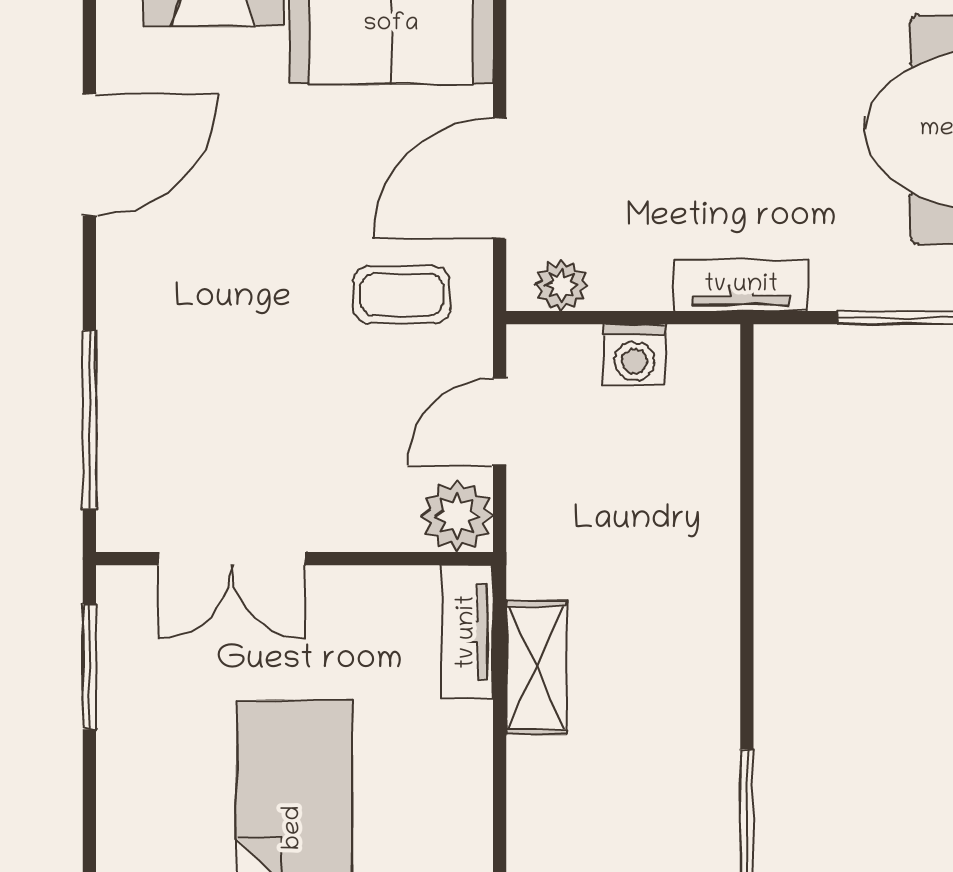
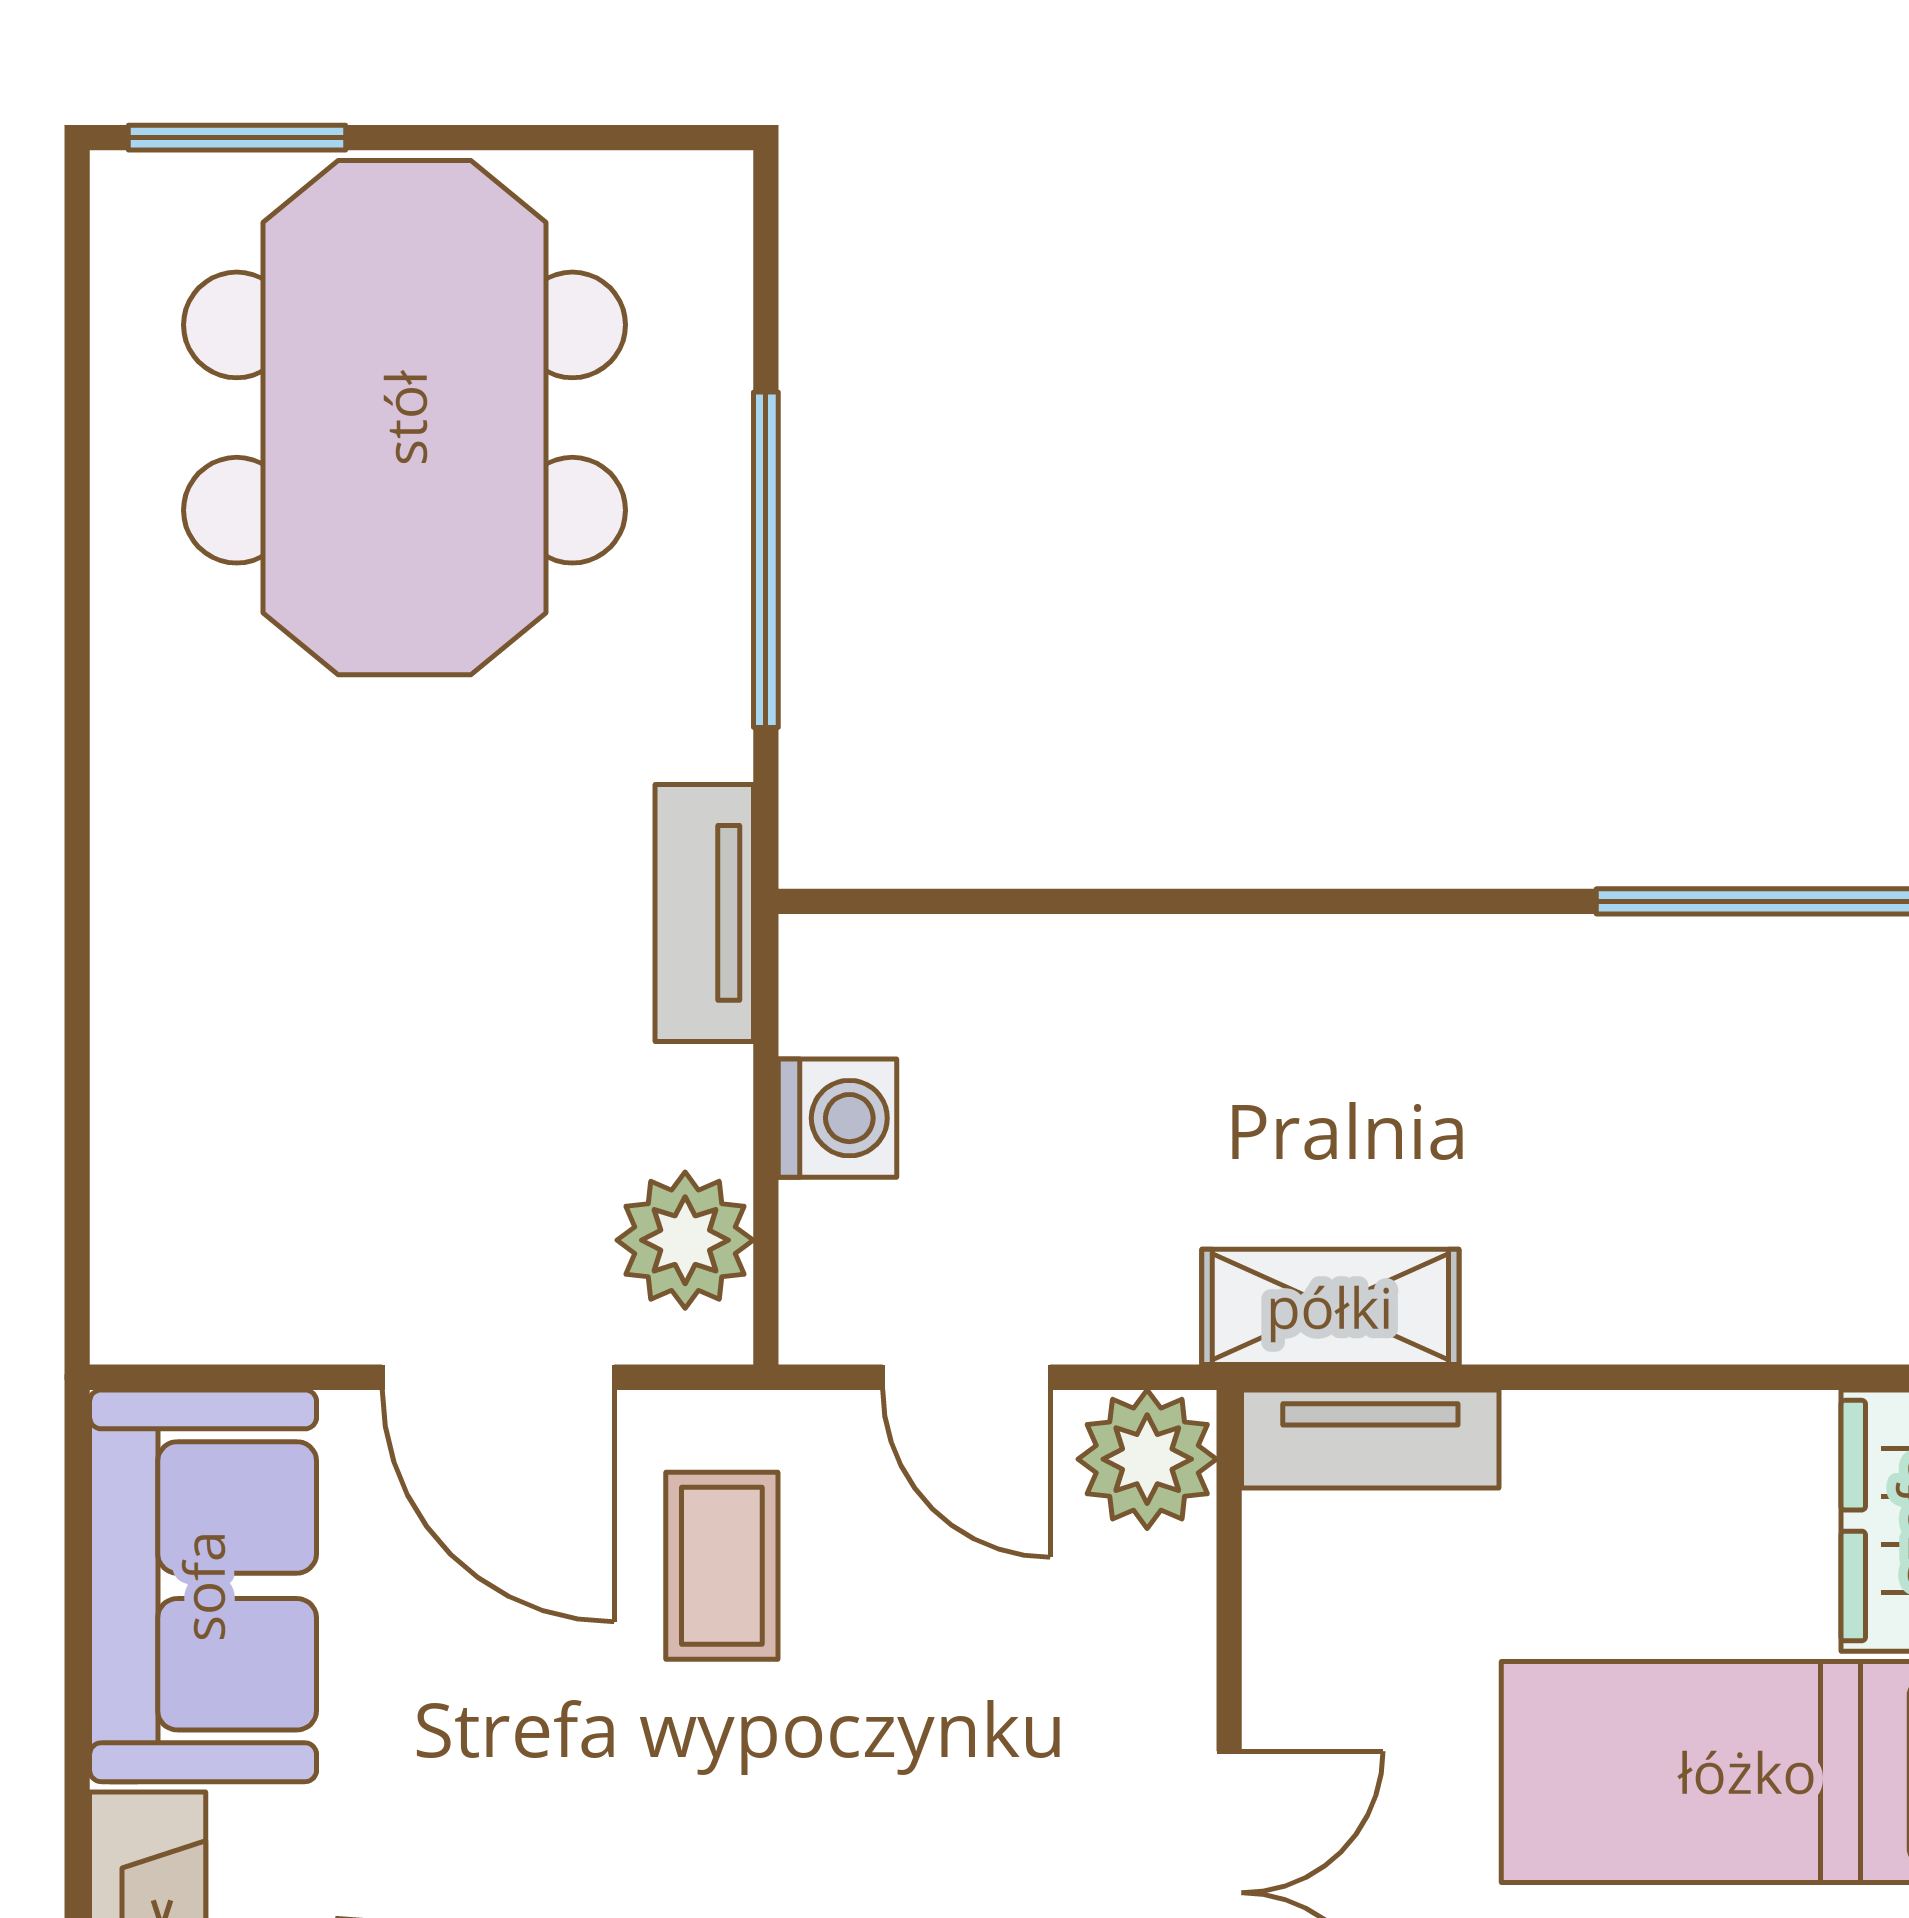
plant: (561, 285) -> (685, 1240), width x1.38, depth x1.38
shelving: (536, 668) -> (1330, 1307), moved

